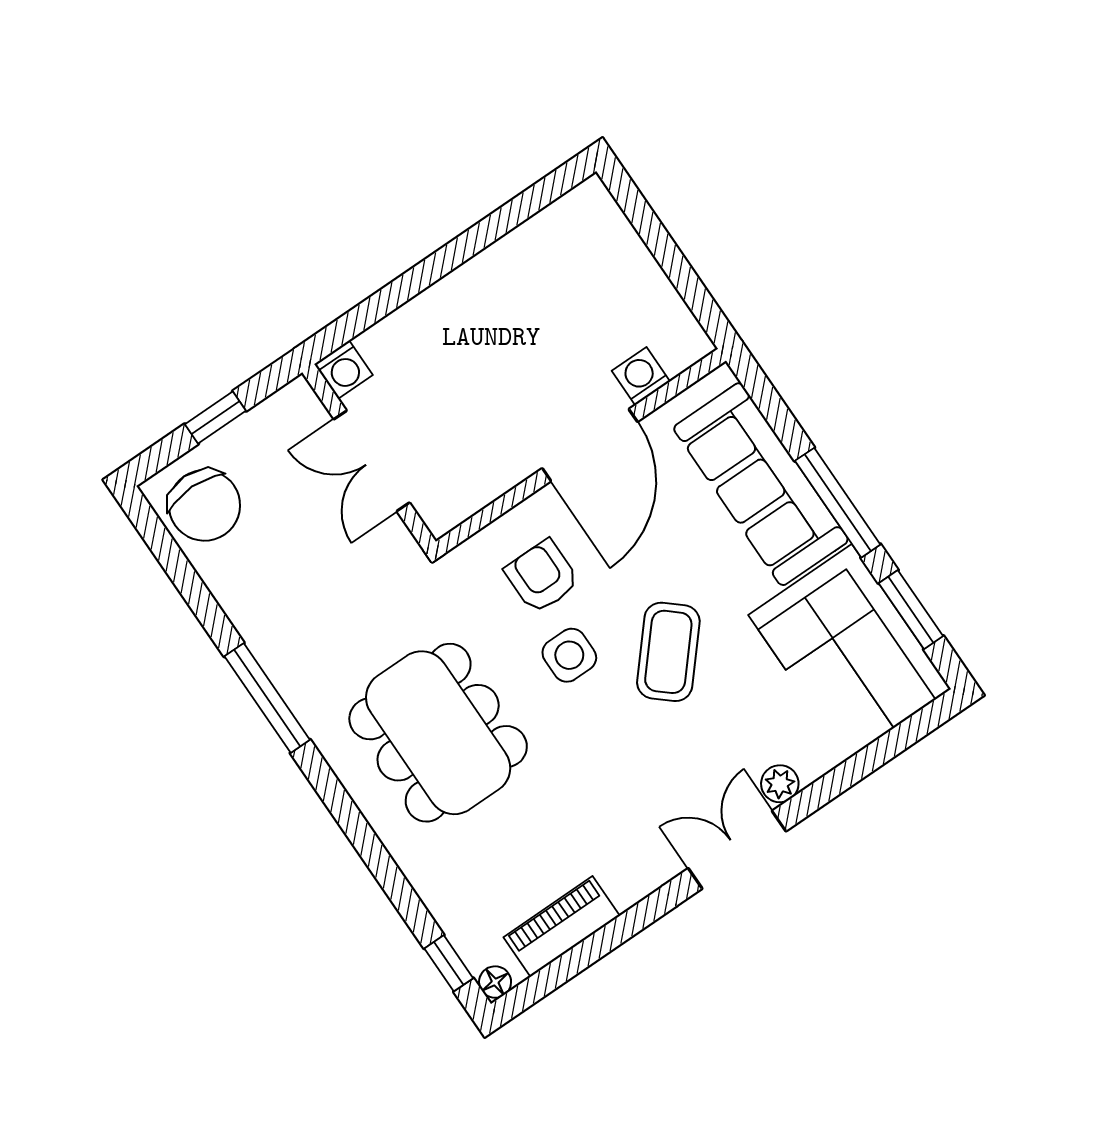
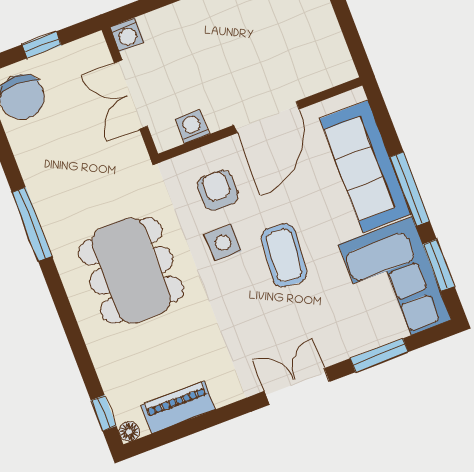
washing machine: (641, 376) -> (192, 126), moved
coffee table: (668, 652) -> (284, 255), turned -36
window: (853, 771) -> (379, 355), added
plant: (780, 784) -> (333, 352), removed

